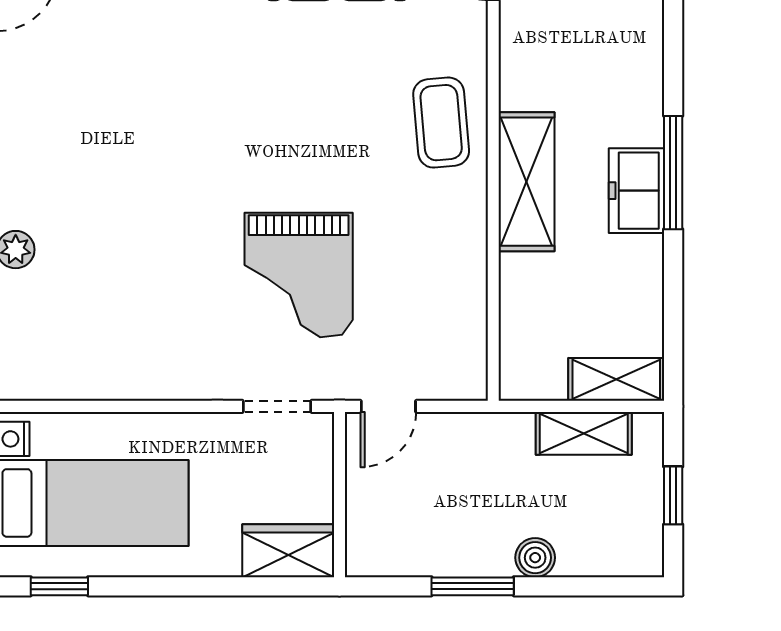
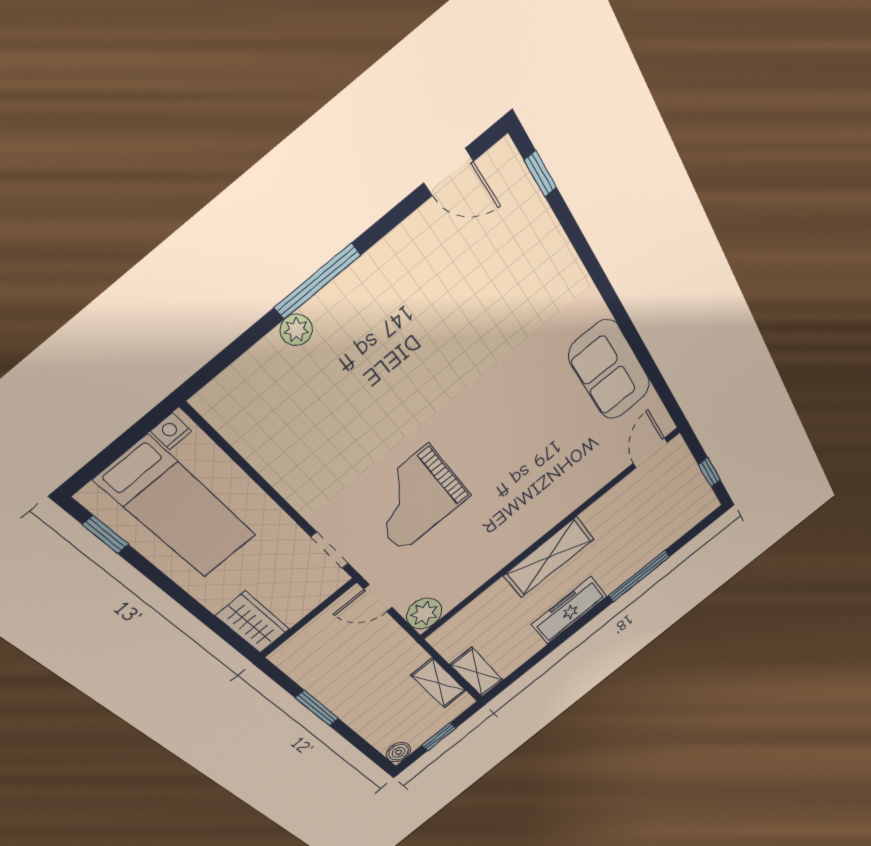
coffee table: (441, 123) -> (553, 495), removed
window: (673, 173) -> (639, 576), moved
freezer: (636, 191) -> (569, 610), width x1.40
plant: (461, 374) -> (424, 614), added
boiler: (535, 558) -> (399, 752), moved

